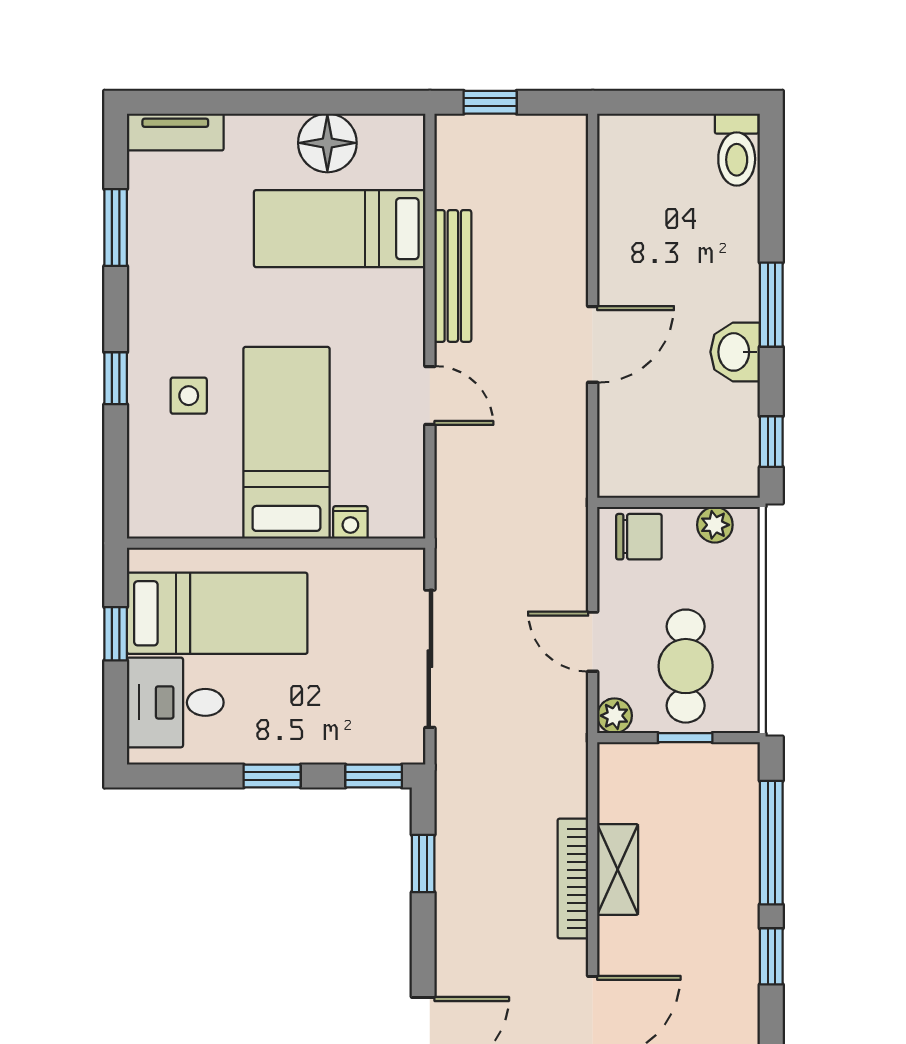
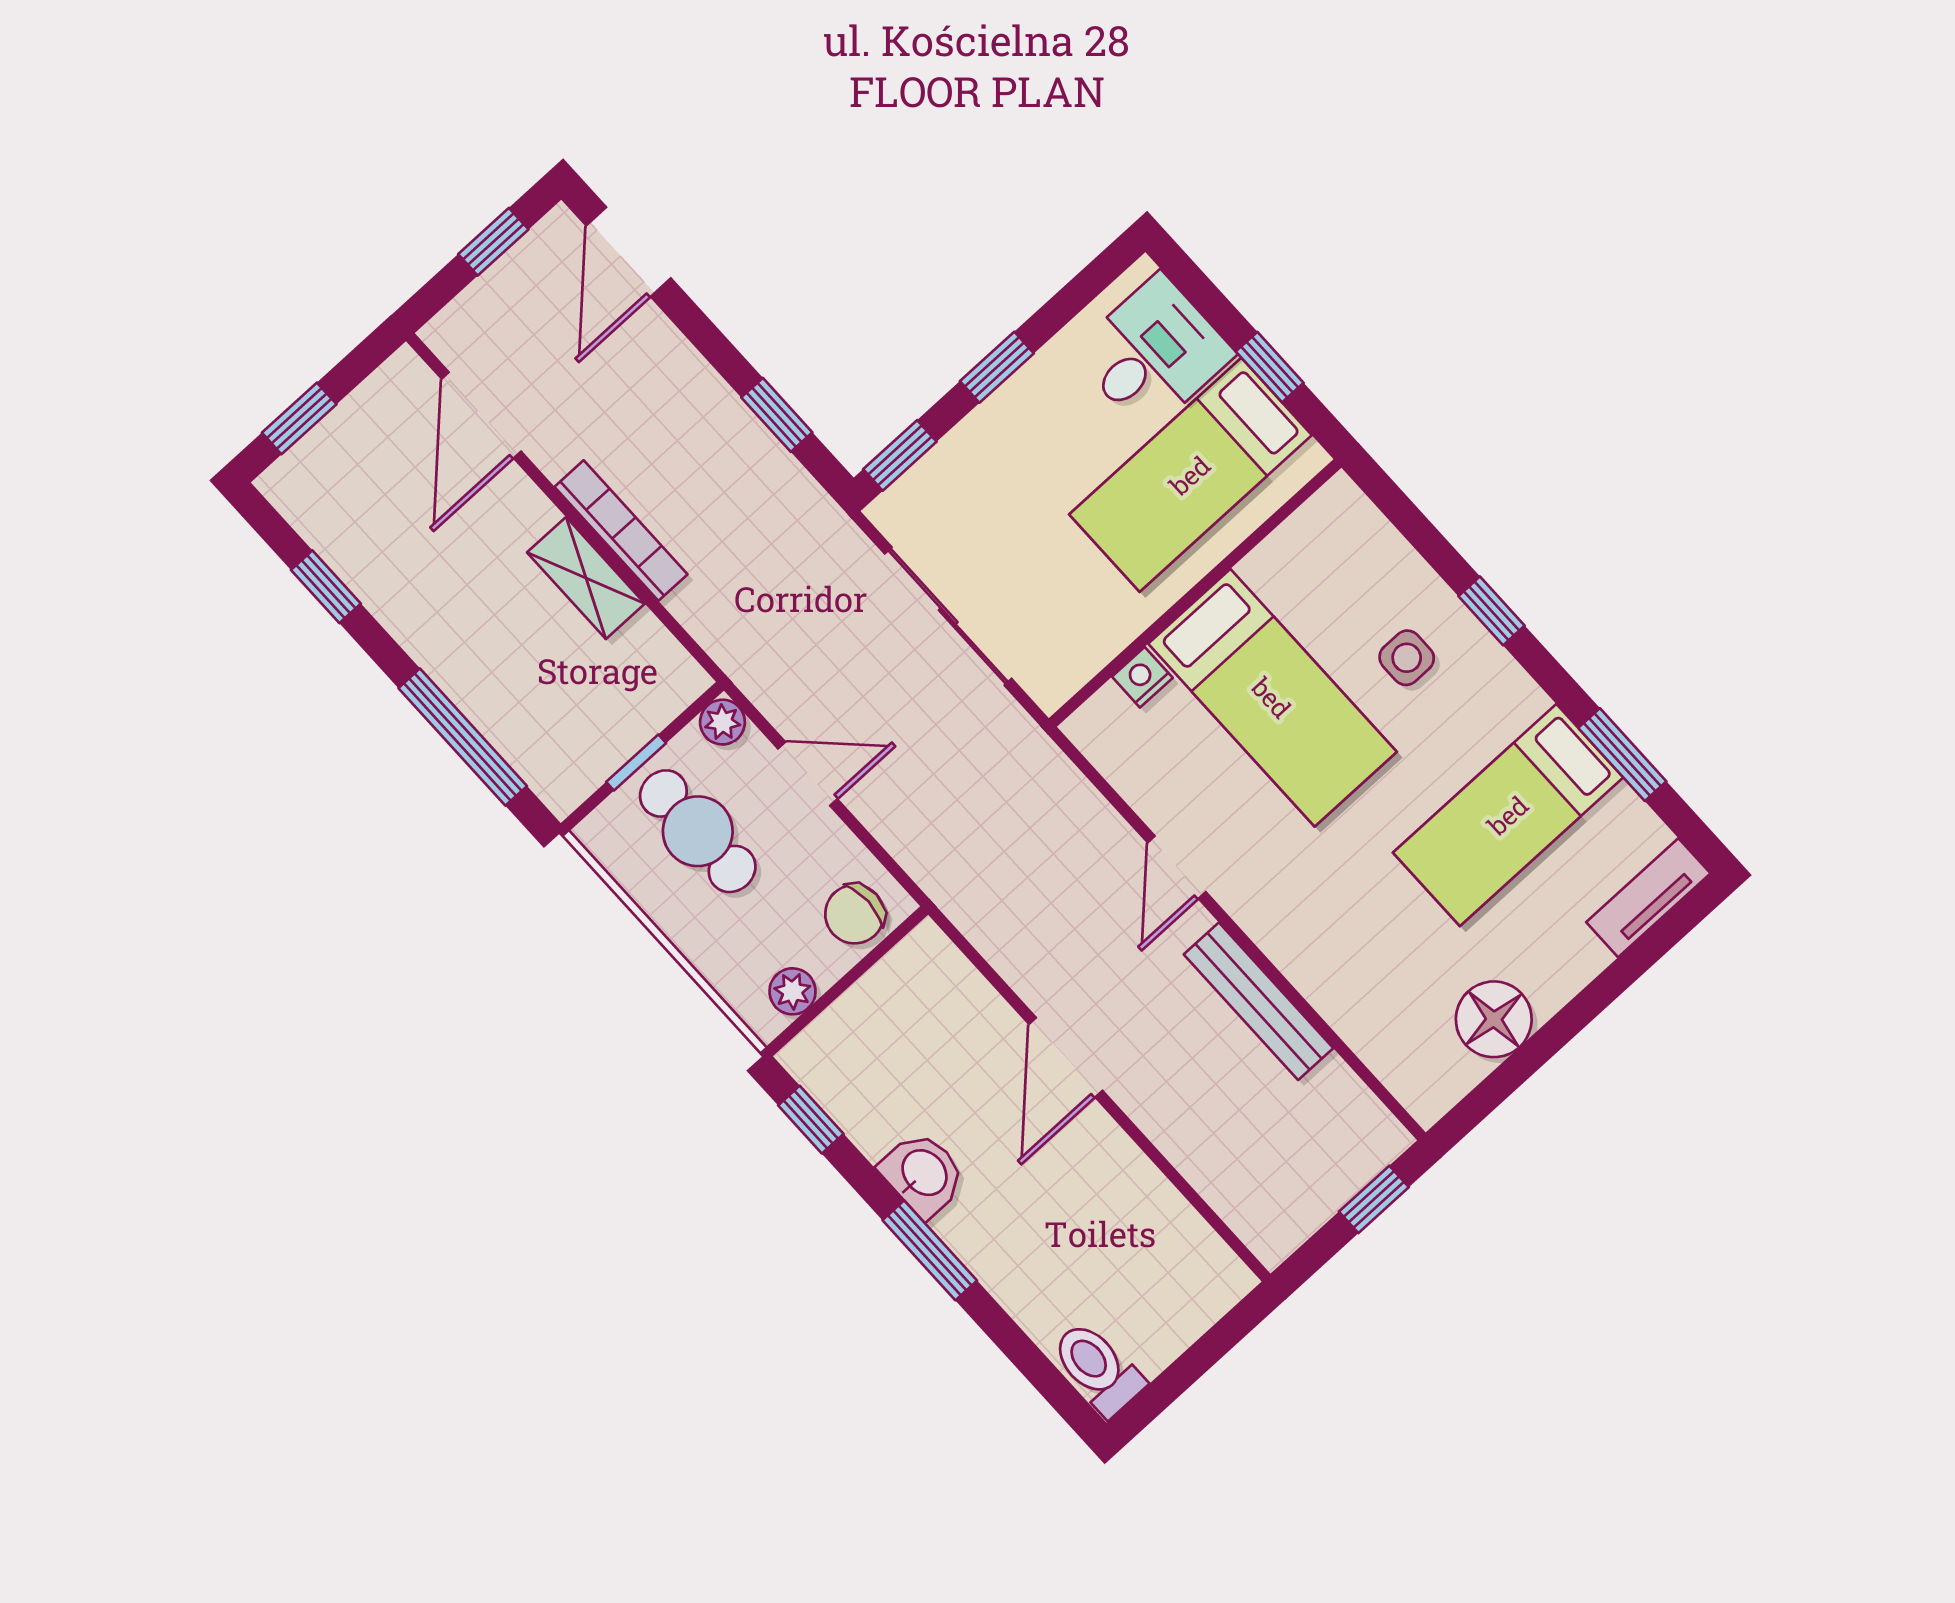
bed: (340, 229) -> (1508, 815), moved, turned 180
door: (430, 395) -> (1177, 867), hinge flipped
window: (771, 956) -> (326, 587), moved

